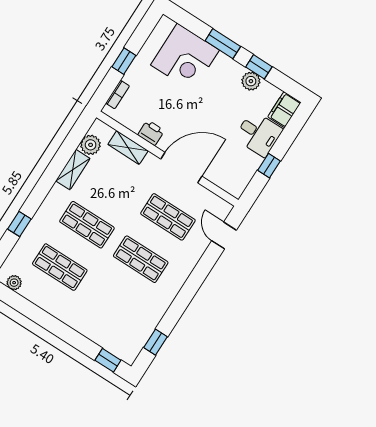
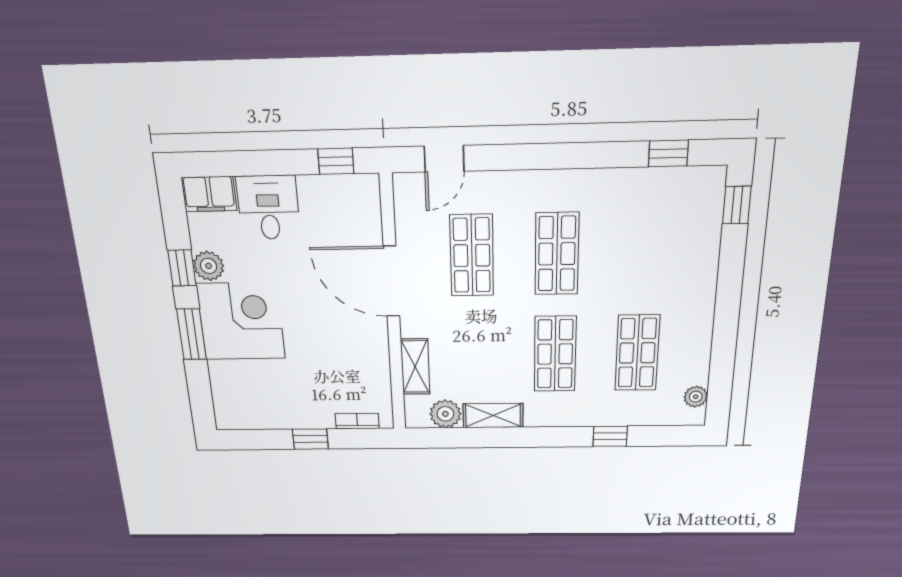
corner desk: (185, 57) -> (241, 321), moved
printer: (151, 133) -> (375, 350), removed
window: (269, 166) -> (336, 161), moved

